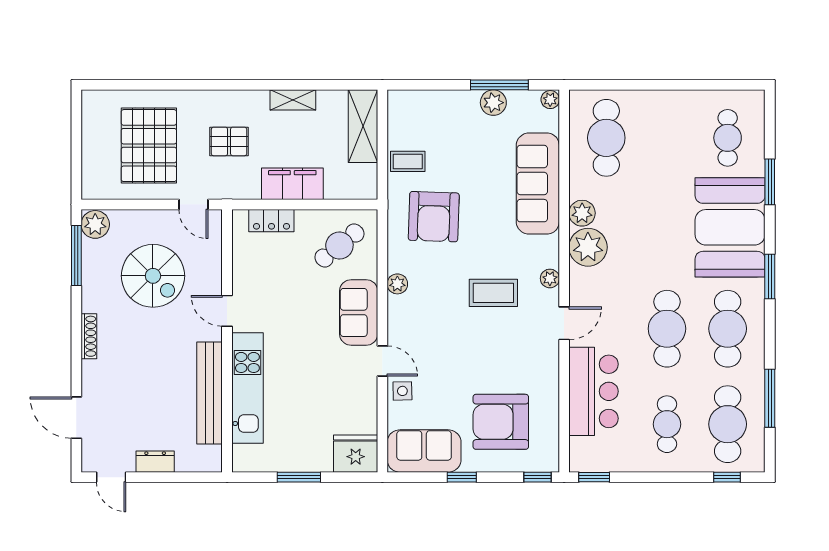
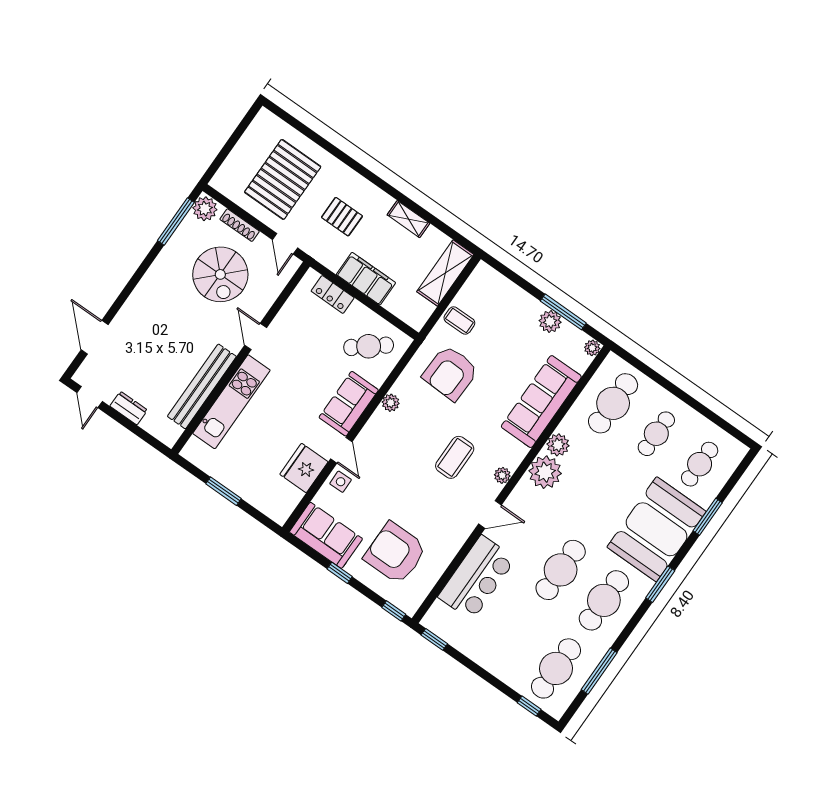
coffee table: (493, 293) -> (455, 457), turned 90
shoe rack: (89, 336) -> (240, 225), moved, turned 90
cafe table: (667, 424) -> (656, 434), moved
fridge: (356, 454) -> (304, 468), moved, turned -90

